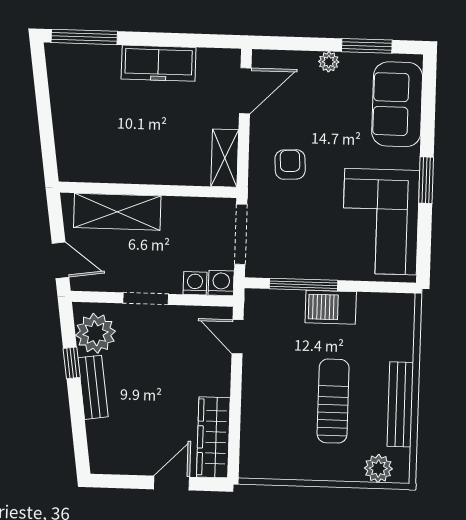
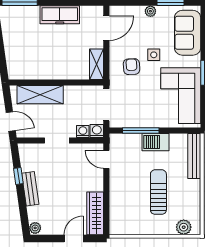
side table: (332, 144) -> (154, 55), added
plant: (96, 333) -> (35, 228), moved, width x0.53, depth x0.53
bench: (400, 404) -> (194, 156), moved

